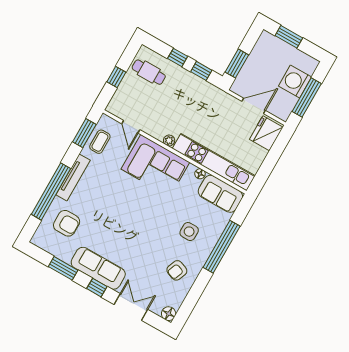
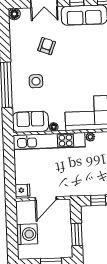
window: (237, 63) -> (77, 234), moved
window: (307, 97) -> (12, 228), removed
fridge: (266, 133) -> (22, 190), width x0.53, depth x0.75
armchair: (177, 270) -> (47, 46), moved

